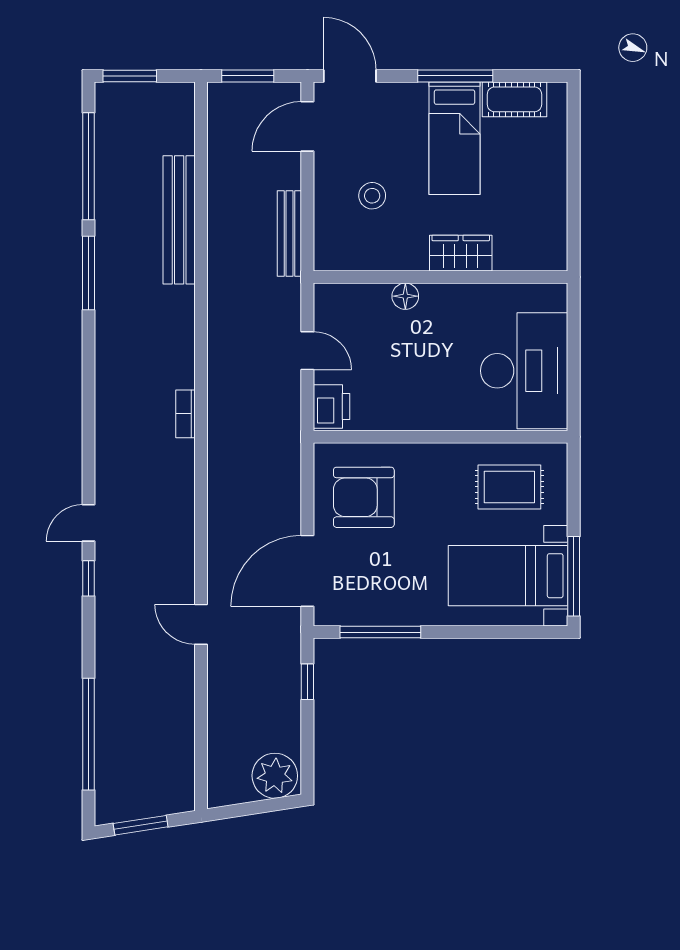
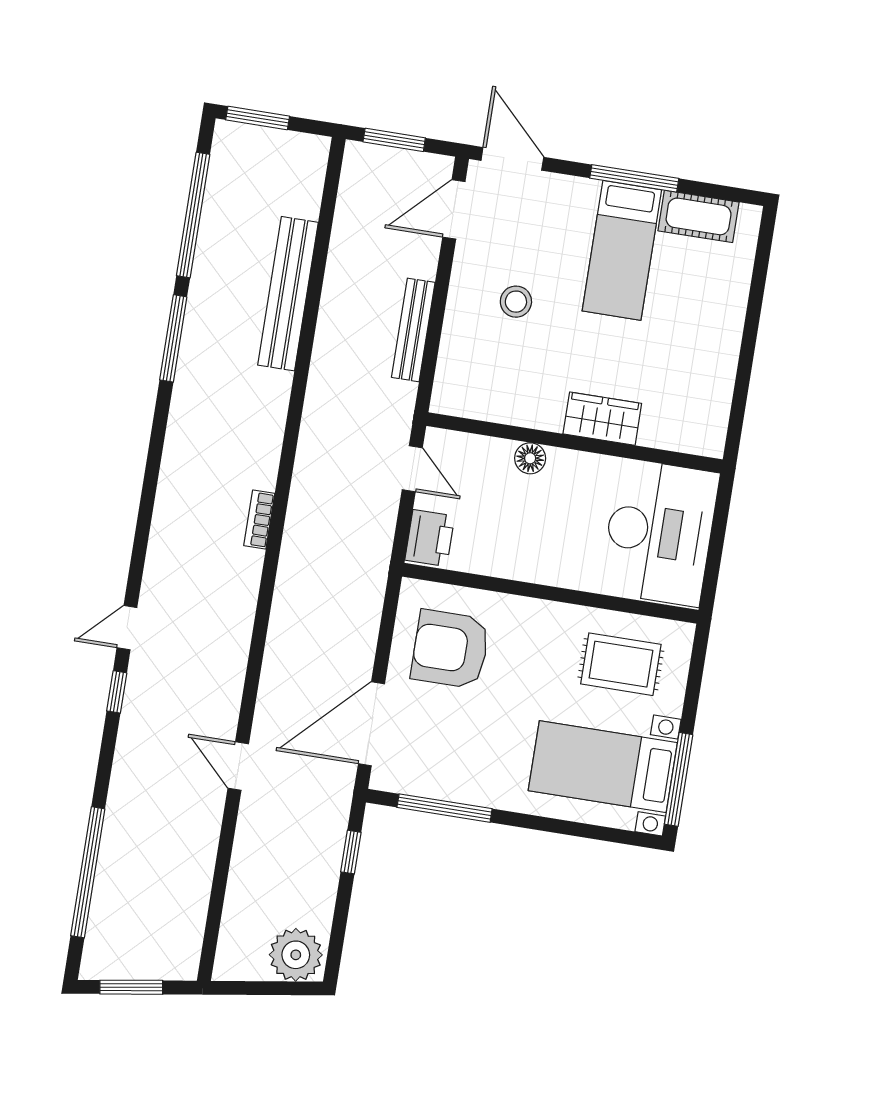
wardrobe: (461, 253) -> (602, 419), moved
wall: (441, 277) -> (574, 443), moved
floor lamp: (405, 296) -> (530, 458), moved

